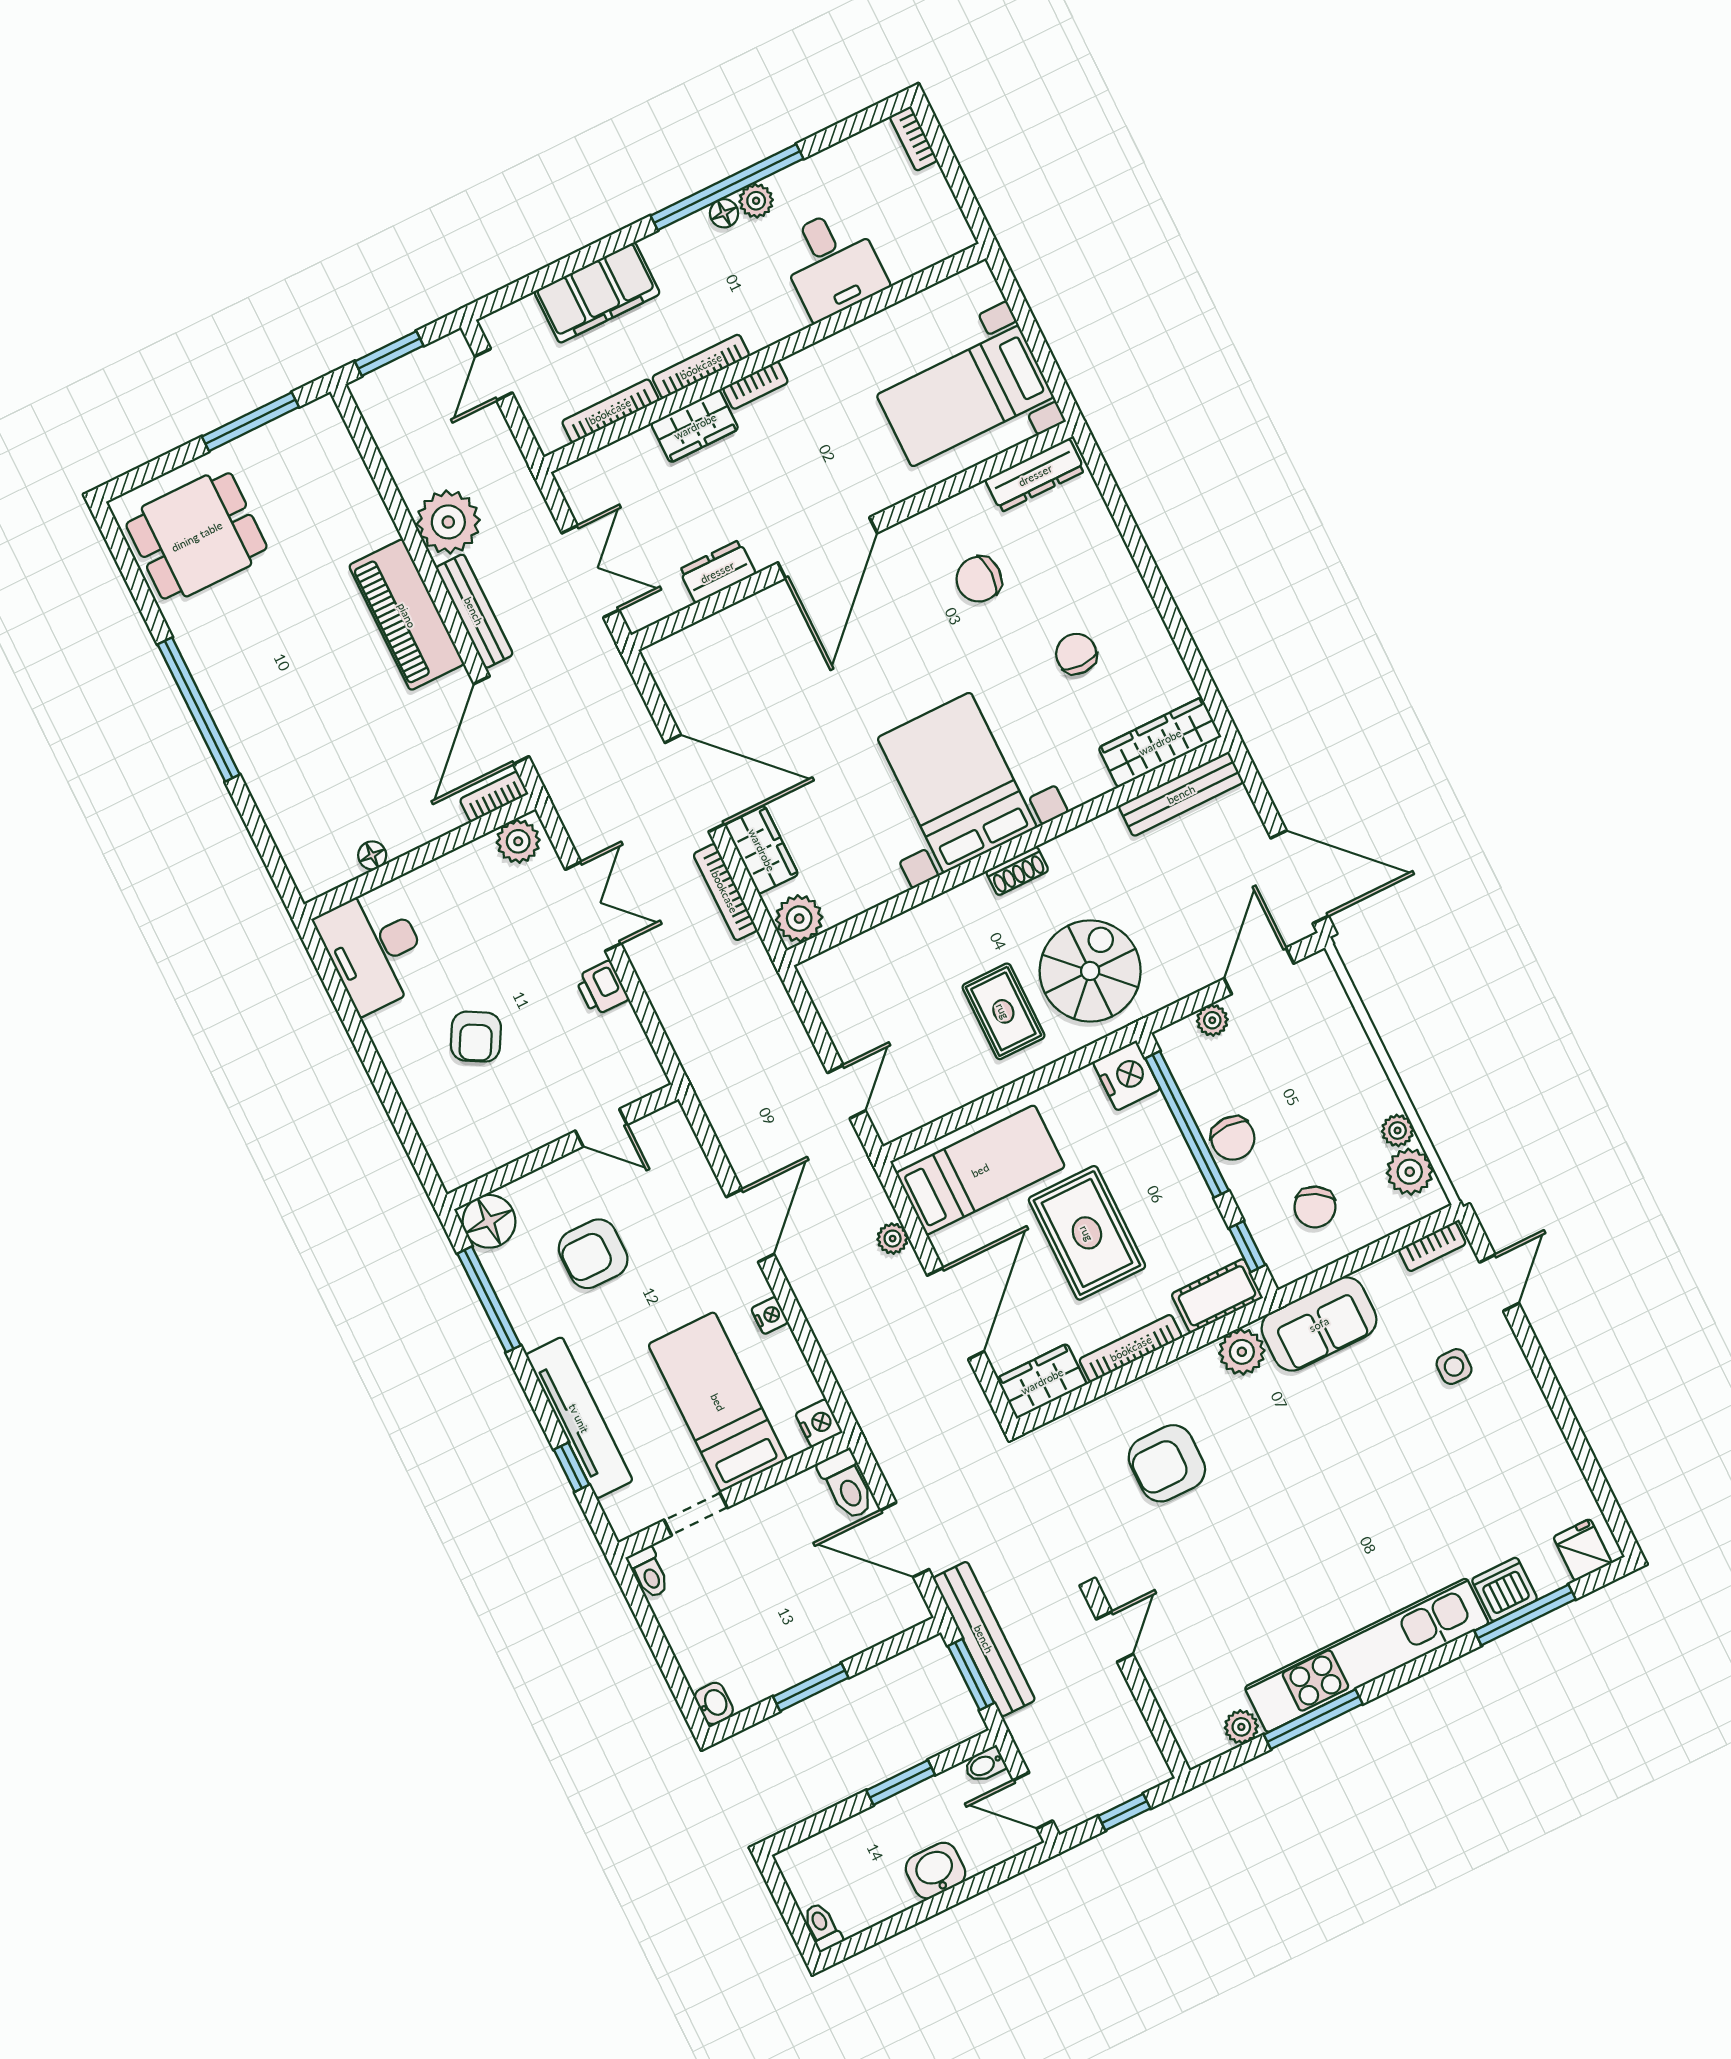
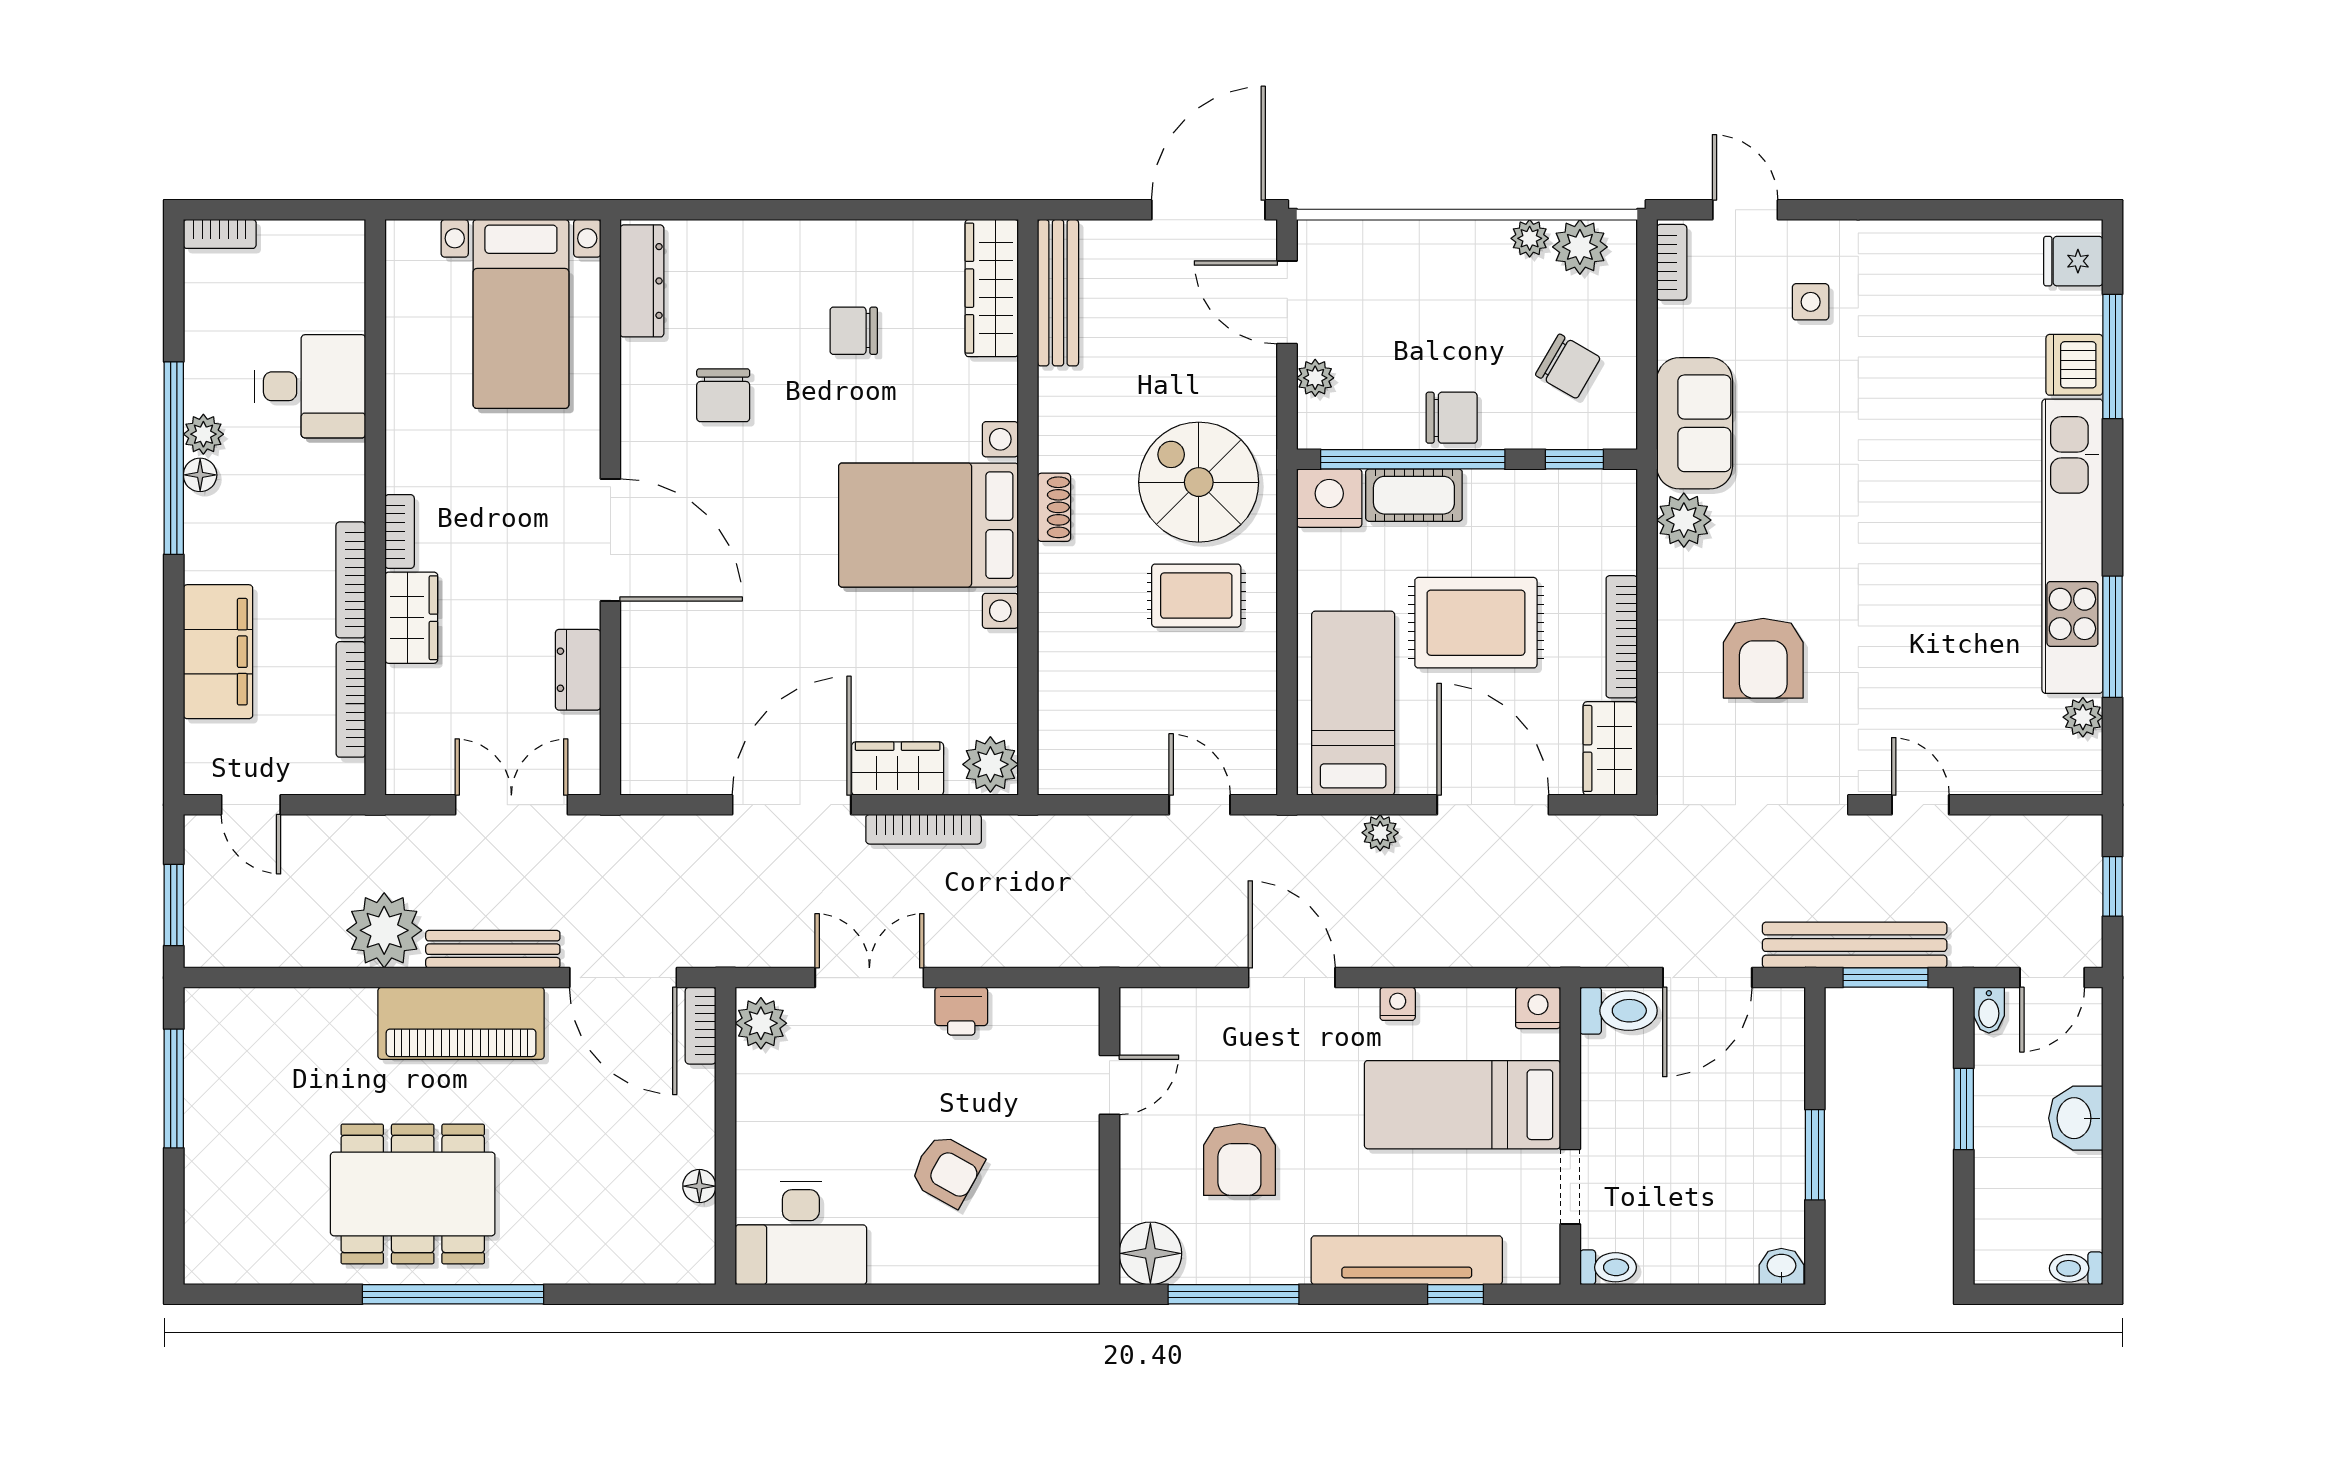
dining table: (197, 536) -> (413, 1194), moved, width x1.38
cot: (1217, 1296) -> (1414, 495), moved, turned 90

